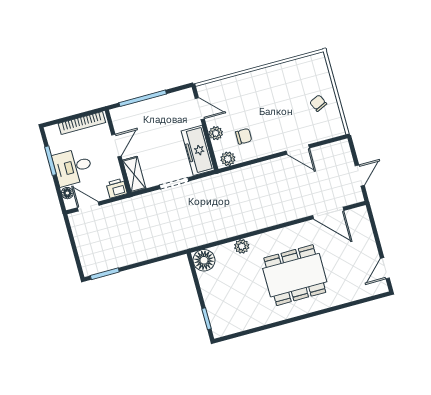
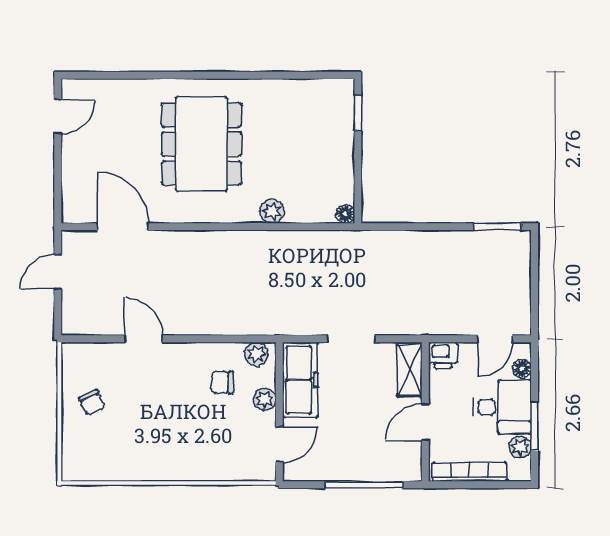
door: (200, 109) -> (279, 444), swing flipped
plant: (56, 146) -> (520, 447), added
door: (88, 206) -> (495, 339), hinge flipped
floor lamp: (204, 260) -> (345, 214), width x0.53, depth x0.53
dining table: (295, 275) -> (201, 144), turned 90

